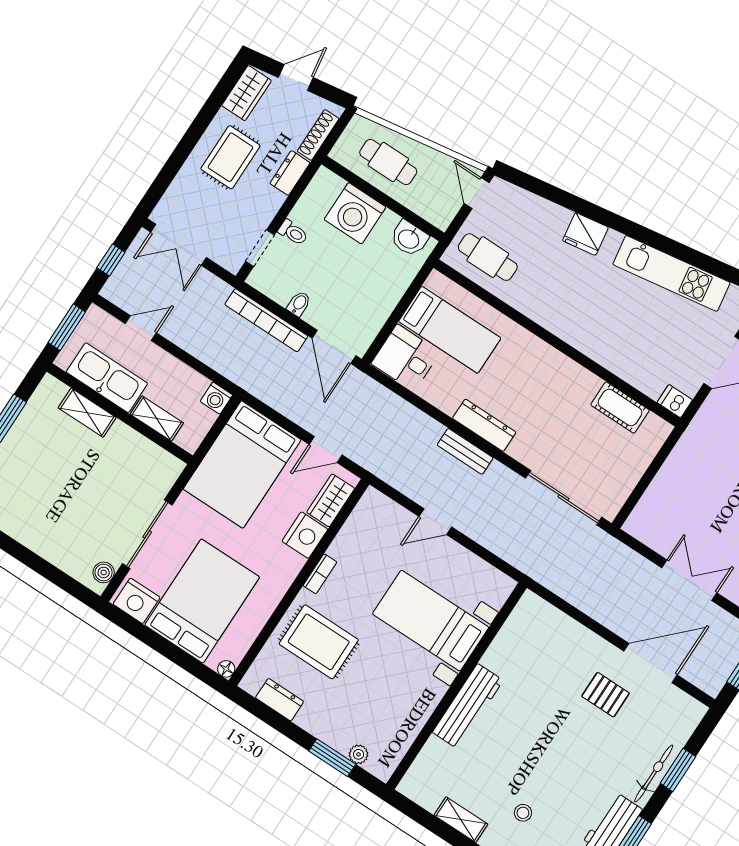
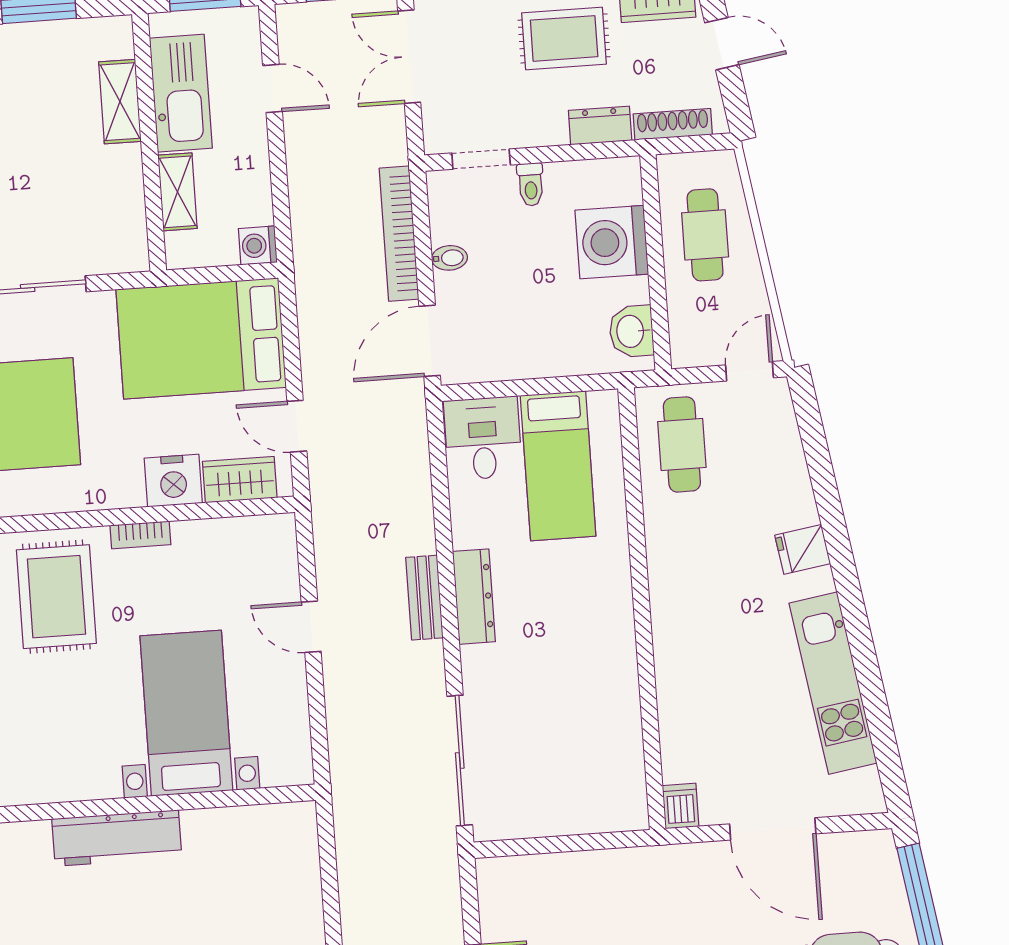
fridge: (585, 234) -> (803, 549), width x0.72
cot: (620, 407) -> (622, 745), removed

